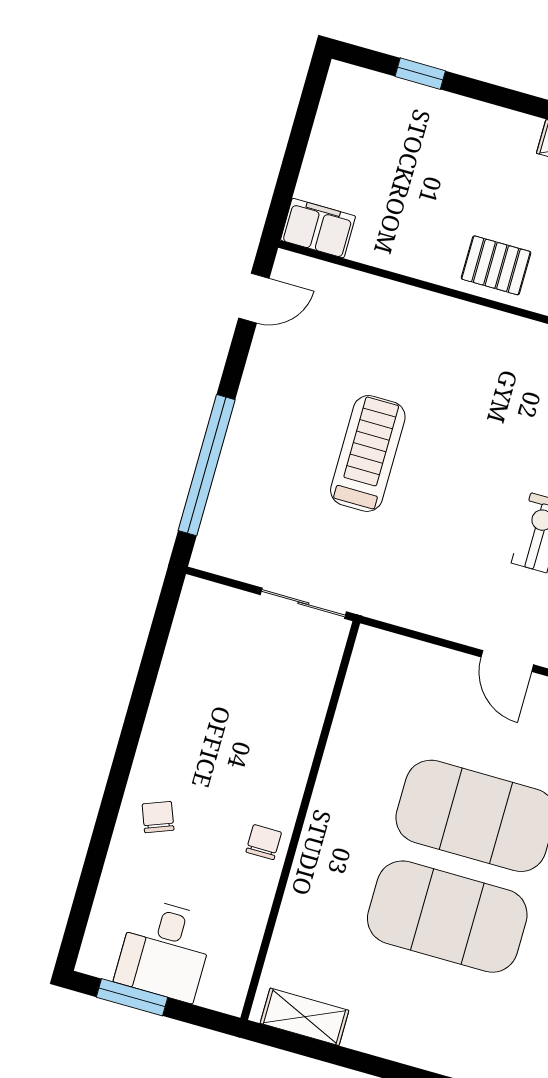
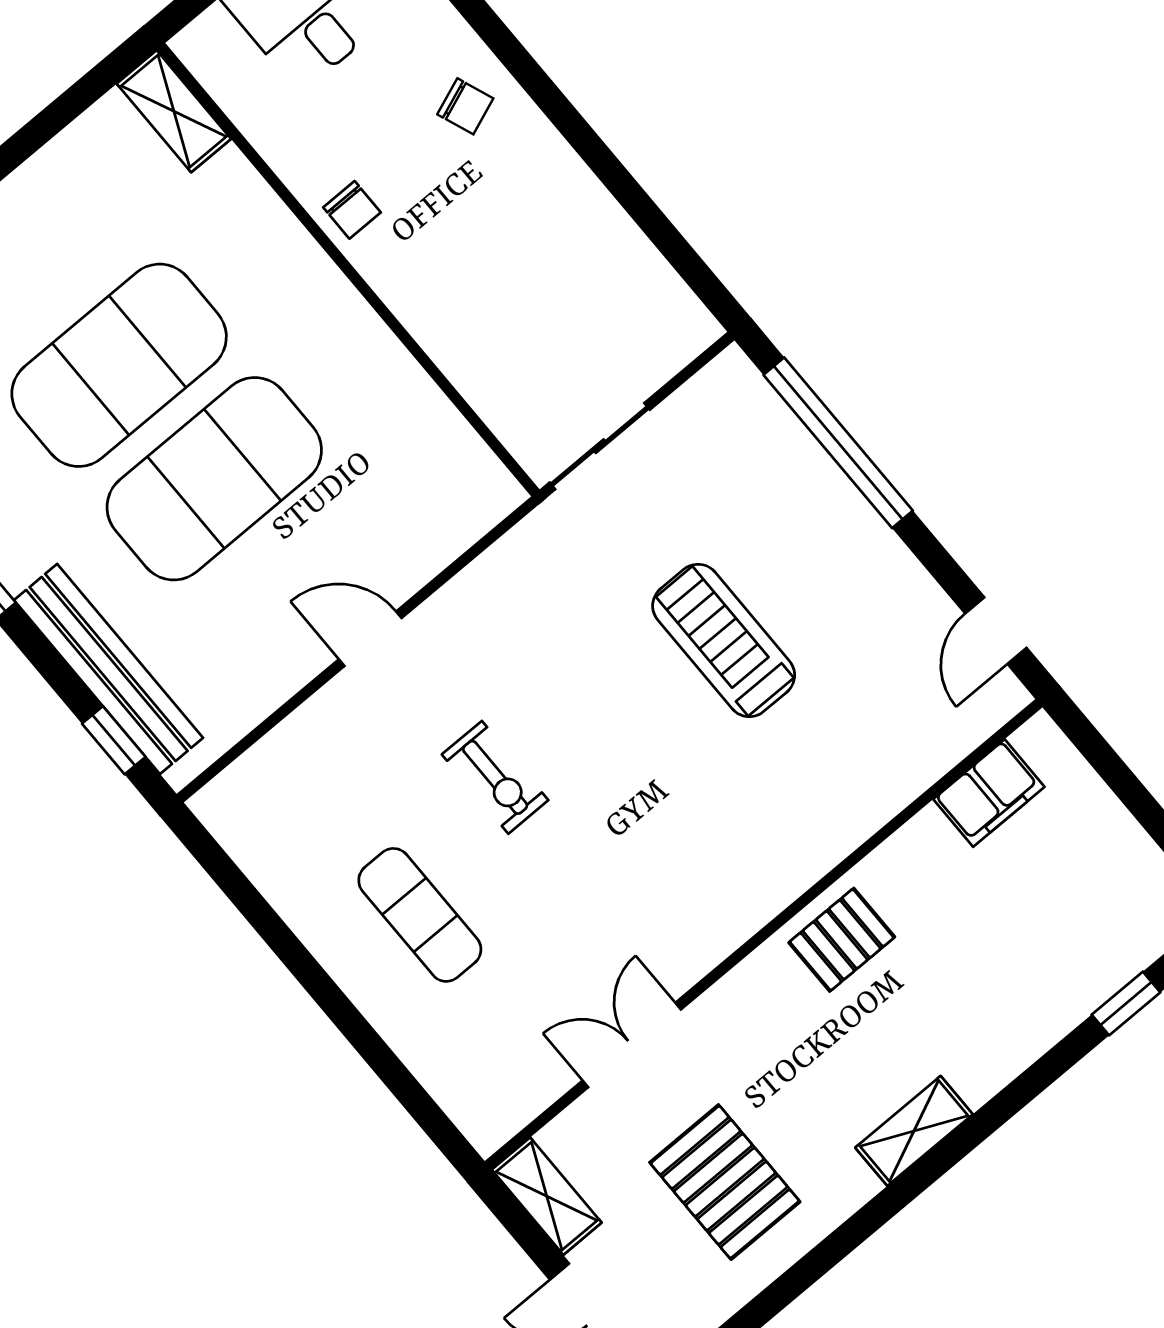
filing cabinet: (318, 228) -> (989, 793), moved
treadmill: (368, 453) -> (724, 640), turned 180
shelving: (304, 1017) -> (174, 111), moved, turned 90

